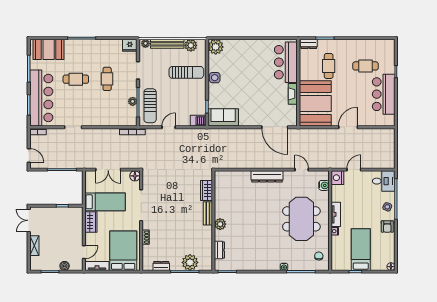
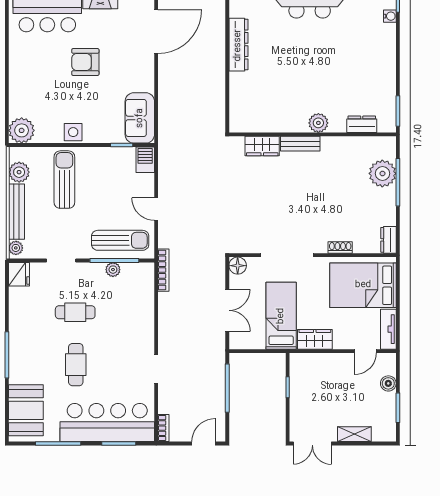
armchair: (257, 85) -> (85, 62), added
door: (84, 252) -> (365, 351), swing flipped
dresser: (161, 266) -> (388, 240), moved

